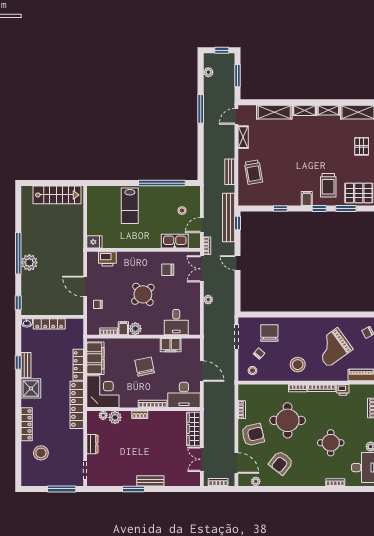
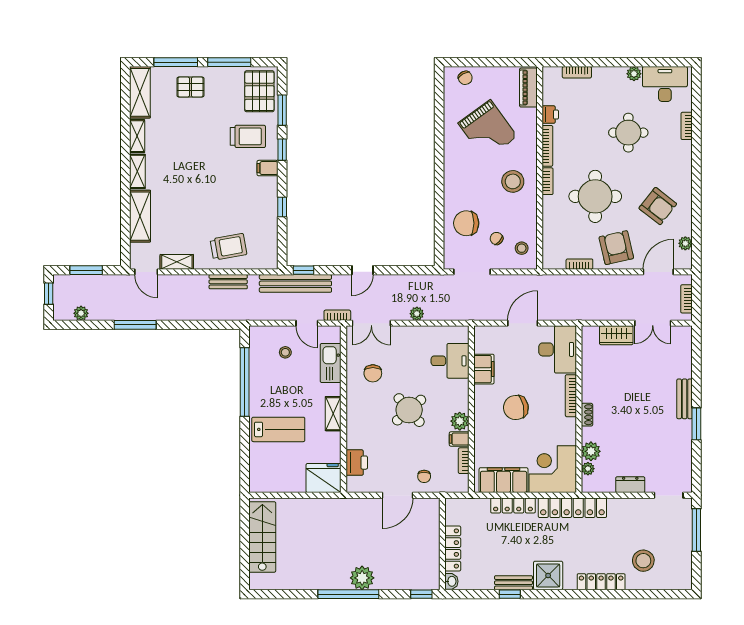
fridge: (94, 242) -> (324, 478), width x1.88, depth x1.34
shelving: (140, 243) -> (333, 414), added
wardrobe: (194, 429) -> (616, 335), width x0.67

